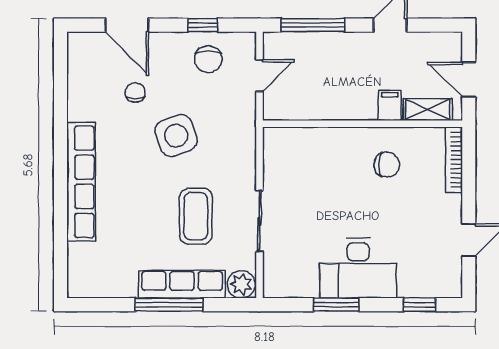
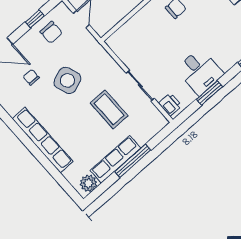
desk: (358, 268) -> (200, 72), width x0.73
printer: (276, 276) -> (170, 104), added
row of seats: (182, 284) -> (116, 159), moved
plant: (241, 284) -> (89, 183), moved

